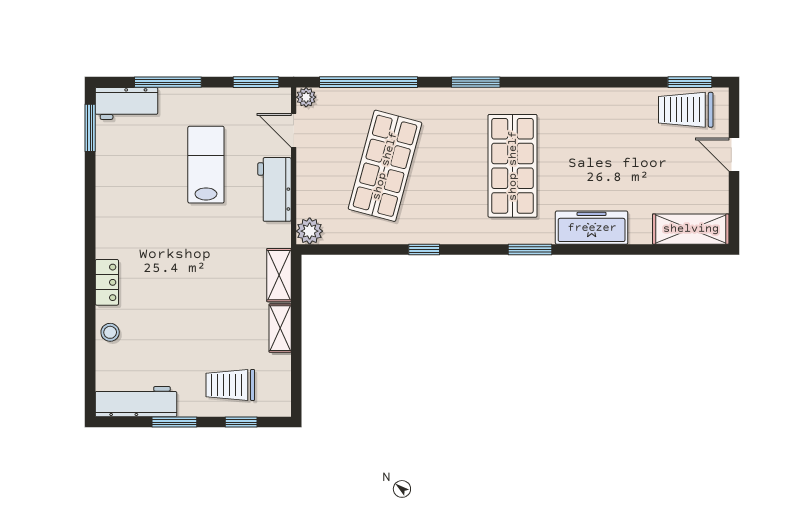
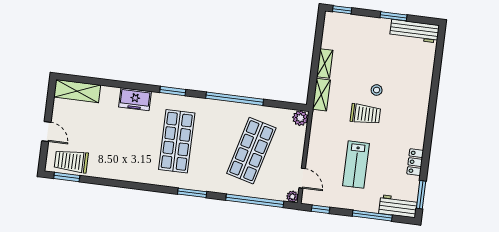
window: (256, 82) -> (321, 209), width x0.67
trolley: (686, 110) -> (71, 161), turned 180
workbench: (274, 189) -> (318, 145), removed
freezer: (592, 228) -> (135, 99), width x0.71
window: (424, 250) -> (235, 99), width x3.17
locker: (107, 282) -> (415, 162), moved
stool: (110, 332) -> (377, 90), moved
trolley: (230, 385) -> (365, 114), moved
window: (241, 422) -> (342, 10), moved

